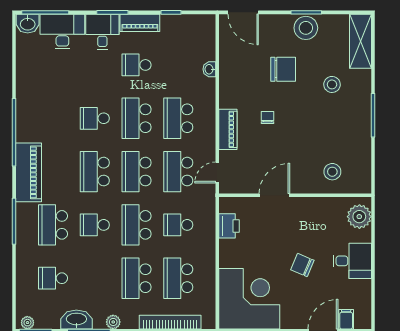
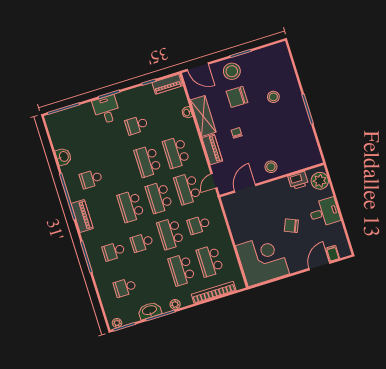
piano: (140, 23) -> (167, 84), moved
washbasin: (28, 24) -> (63, 157), moved, turned -90
stool: (306, 28) -> (232, 71), moved
desk: (62, 32) -> (79, 118), removed
shelving: (360, 41) -> (203, 116), moved
chair: (283, 69) -> (237, 97), turned 180
school desk: (95, 118) -> (91, 179), moved
piano: (29, 172) -> (82, 216), width x0.73, depth x0.75
stool: (332, 172) -> (271, 167), moved
door: (274, 195) -> (245, 188), moved
school desk: (53, 225) -> (114, 251), width x0.54
printer: (229, 226) -> (298, 180), moved, turned 90

